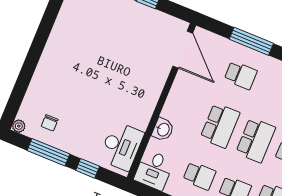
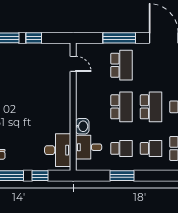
door: (183, 50) -> (73, 64), width x0.53
school desk: (241, 75) -> (122, 65), width x1.85
desk: (154, 170) -> (89, 147), moved, turned 90

